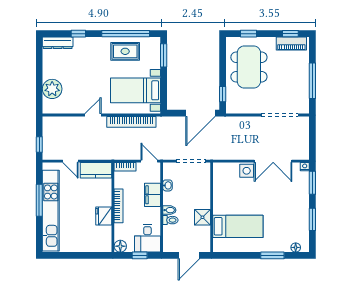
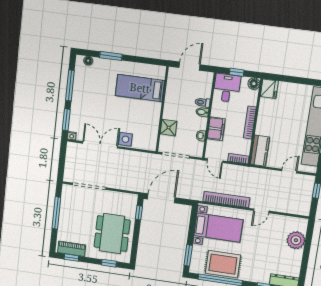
rug: (125, 51) -> (223, 264), width x1.36, depth x1.43
door: (70, 161) -> (289, 171), hinge flipped
kitchen counter: (96, 170) -> (260, 151), moved, turned 90
fridge: (104, 216) -> (269, 89), moved
shower: (202, 217) -> (169, 128), moved
window: (312, 219) -> (70, 85), width x1.44

